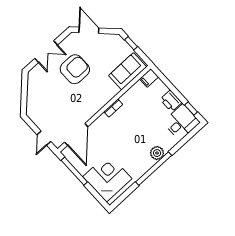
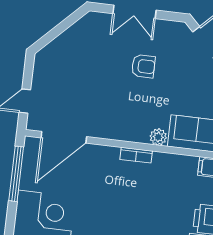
armchair: (75, 69) -> (143, 66), width x0.53, depth x0.53
plant: (114, 90) -> (158, 137), added

